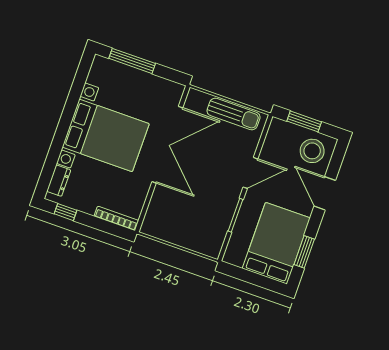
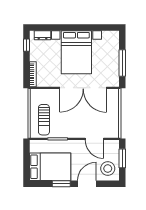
window: (132, 61) -> (122, 63), moved
sun lounger: (234, 114) -> (44, 120), moved
door: (250, 173) -> (94, 139), moved
window: (304, 252) -> (61, 184), moved

